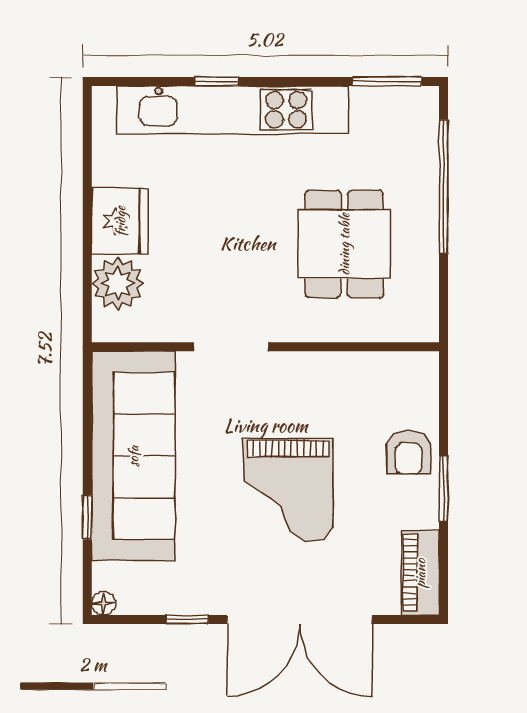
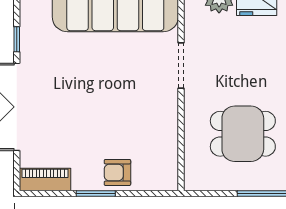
grand piano: (288, 490) -> (95, 100), removed

